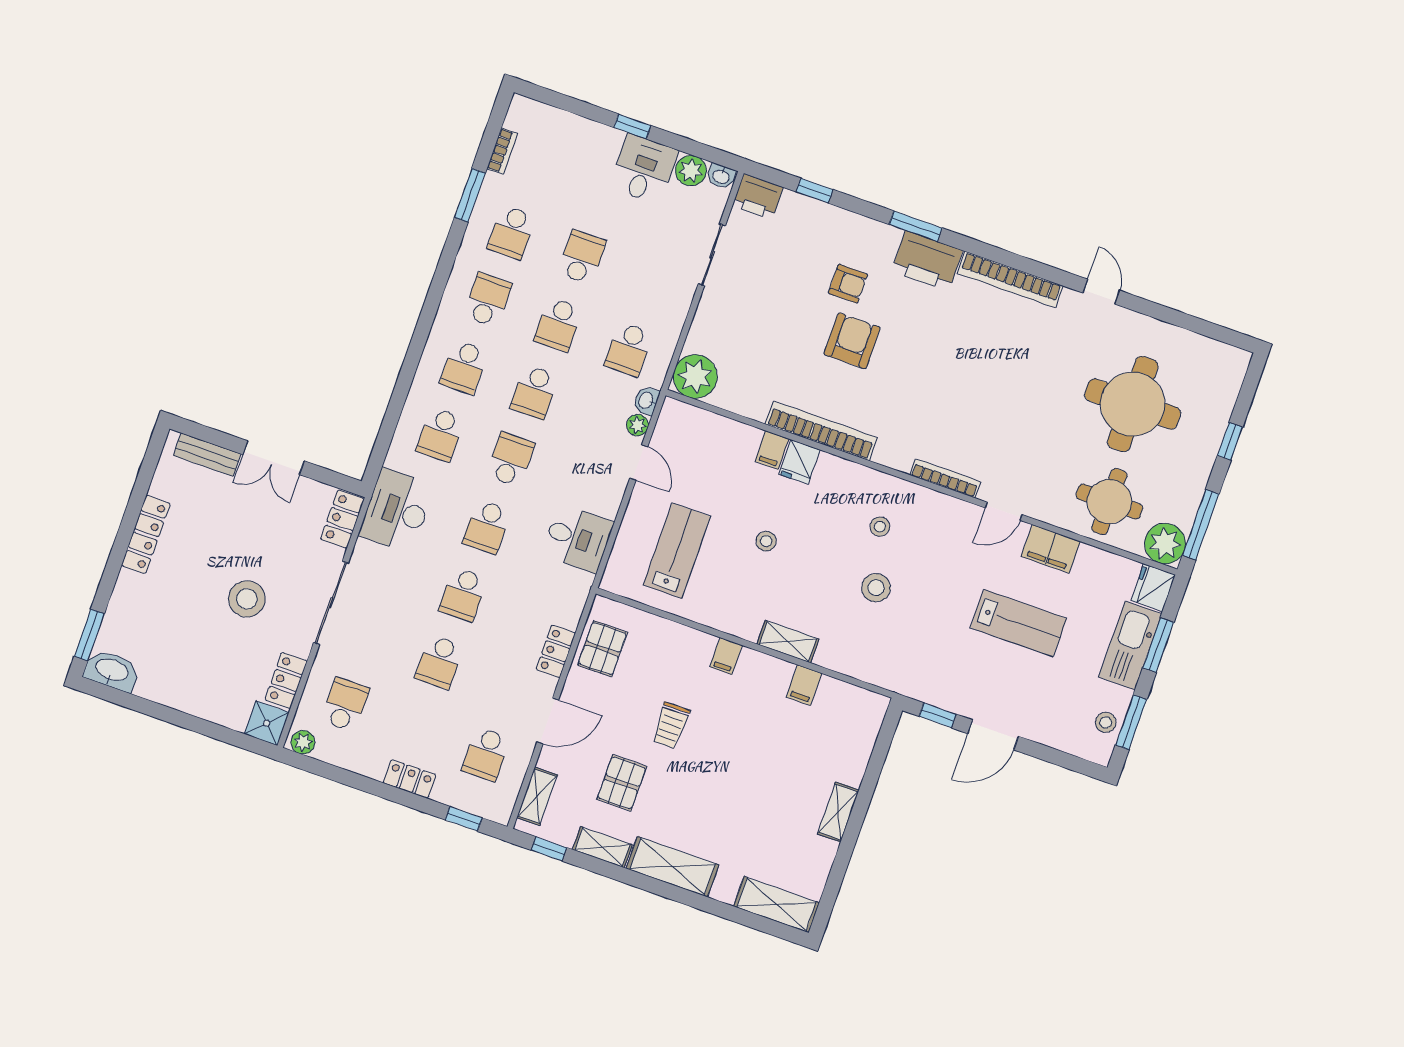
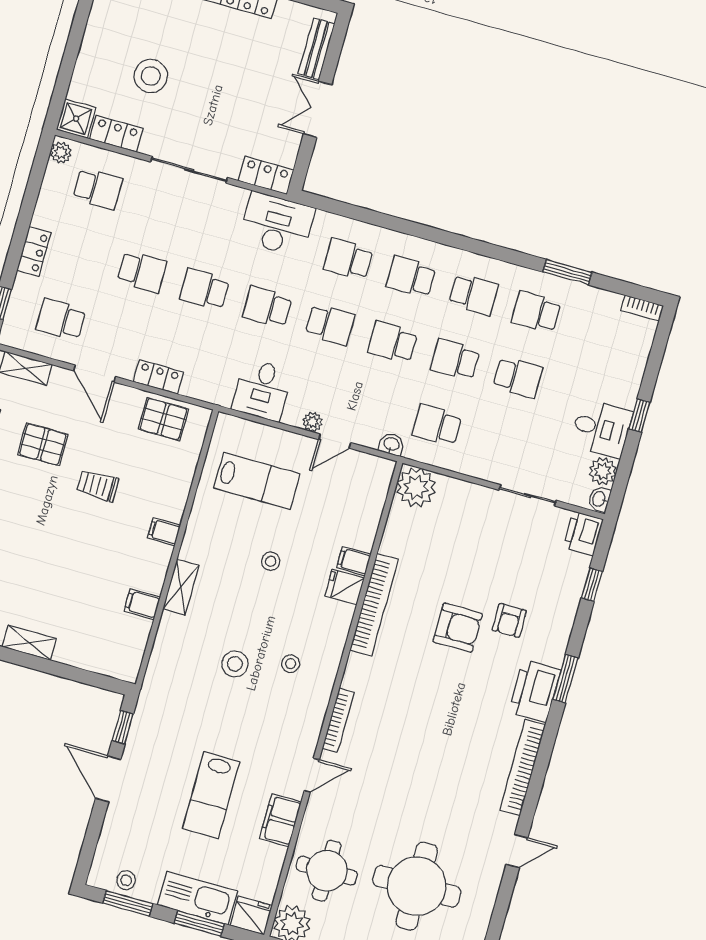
bookcase: (502, 151) -> (642, 308), moved
plant: (638, 425) -> (312, 422), moved
door: (1004, 511) -> (312, 775), swing flipped
stool: (247, 599) -> (151, 76), moved
school desk: (439, 662) -> (142, 272), turned 180

